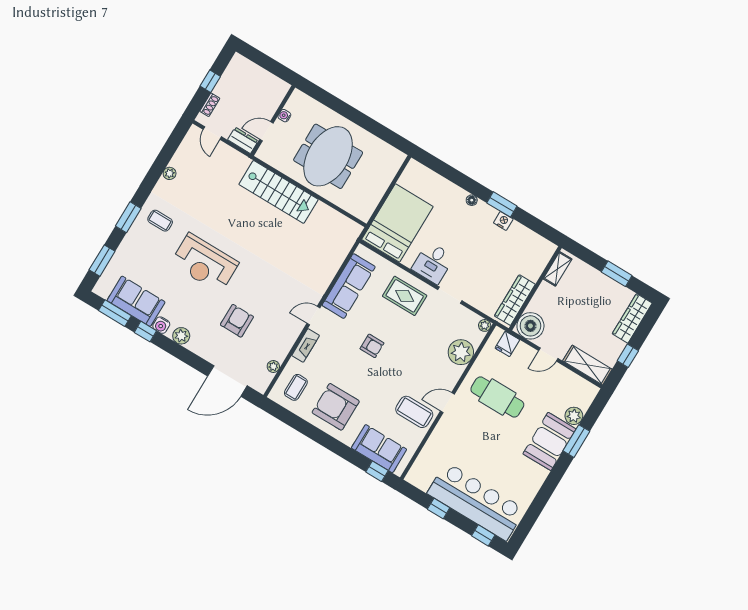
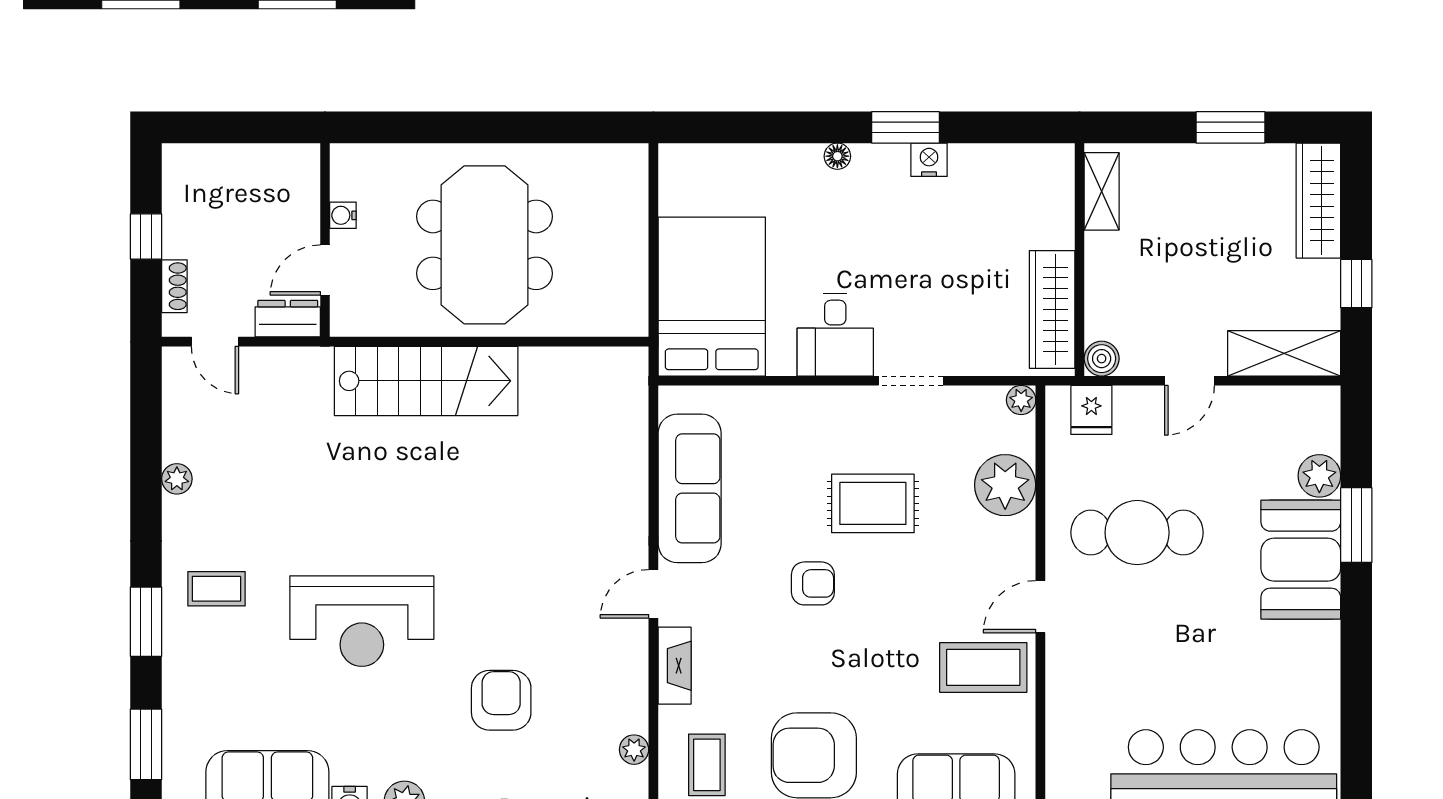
rug: (405, 296) -> (873, 503), moved
boiler: (530, 326) -> (1102, 359), width x0.54, depth x0.54

